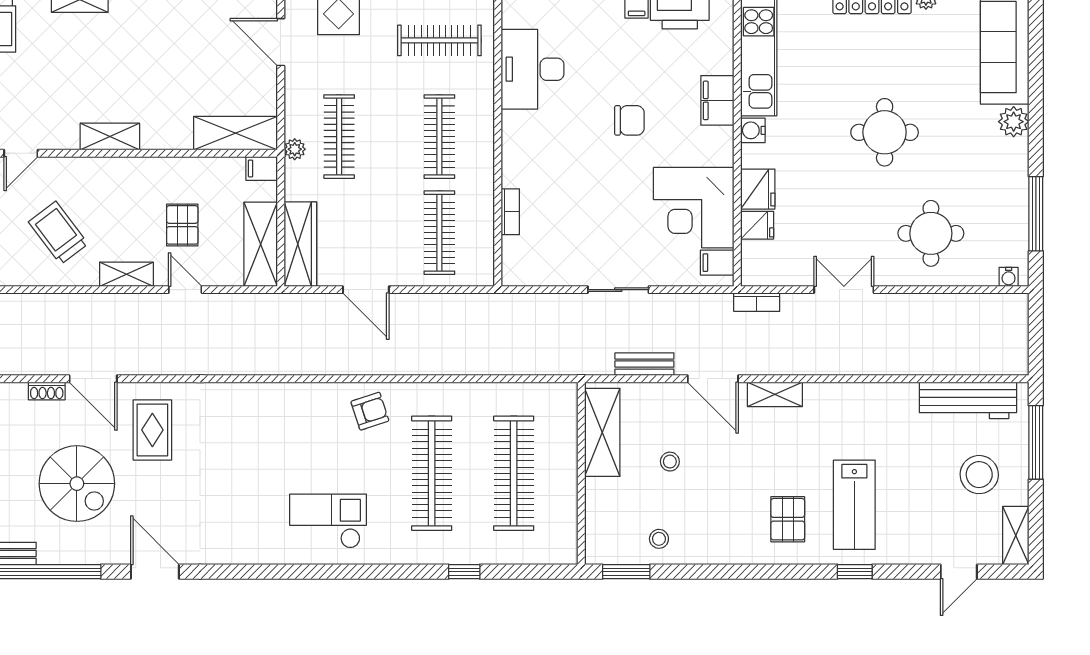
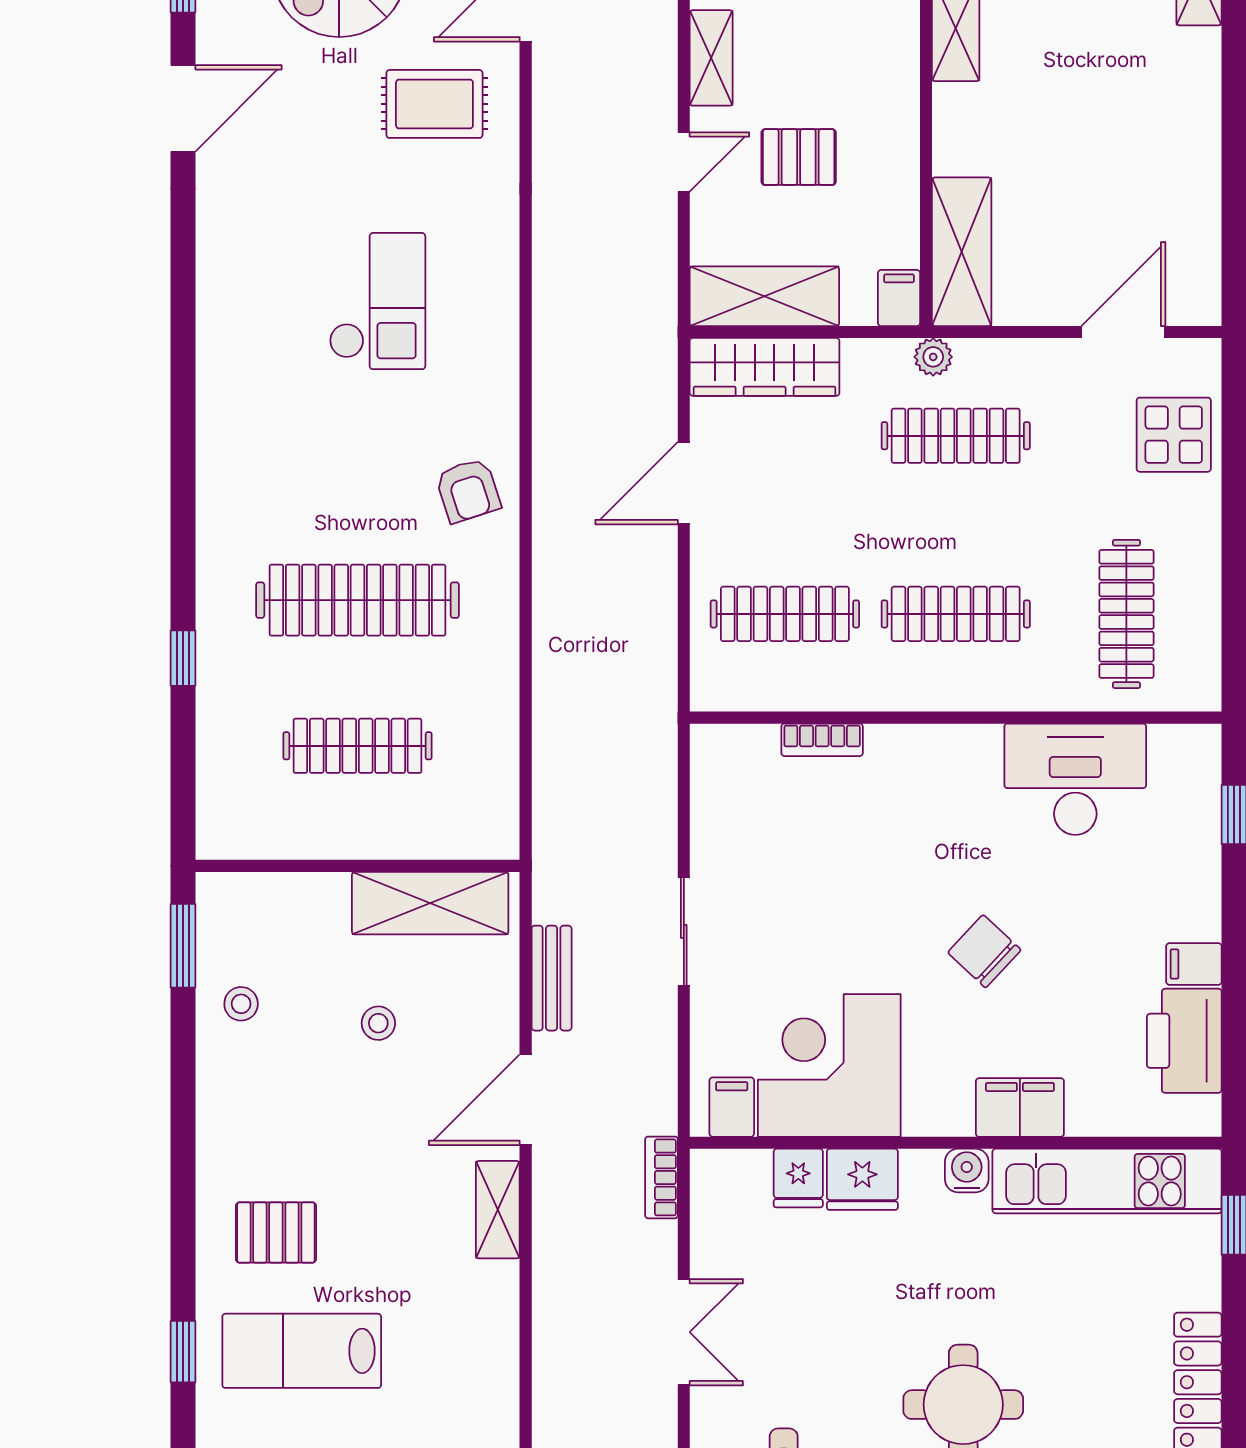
chair: (629, 120) -> (984, 951), turned 133
clothes rail: (514, 473) -> (357, 746), width x0.73, depth x0.76
checkout: (328, 521) -> (377, 301), moved

